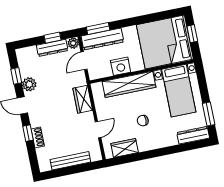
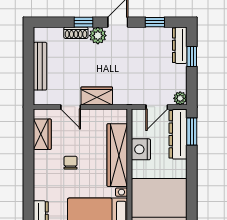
window: (53, 38) -> (192, 56), moved
dresser: (52, 48) -> (180, 45), moved
door: (84, 61) -> (157, 107), swing flipped
plant: (29, 84) -> (98, 36), moved
wardrobe: (83, 99) -> (97, 96), moved

